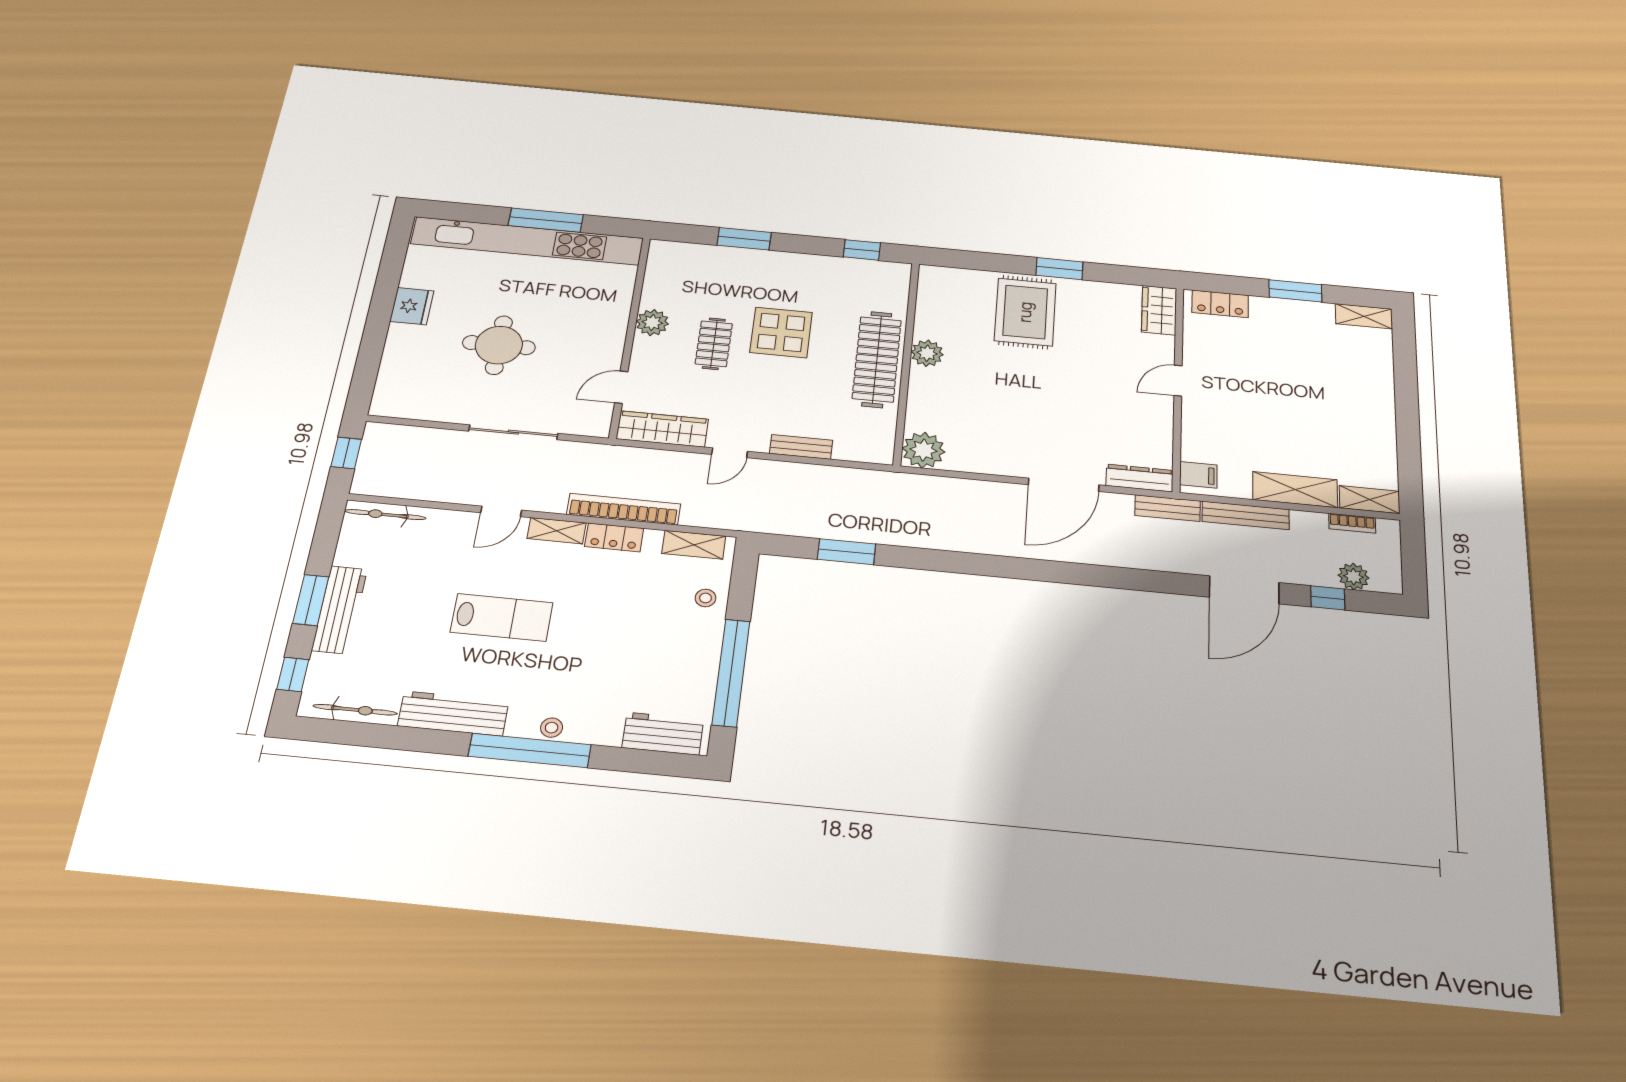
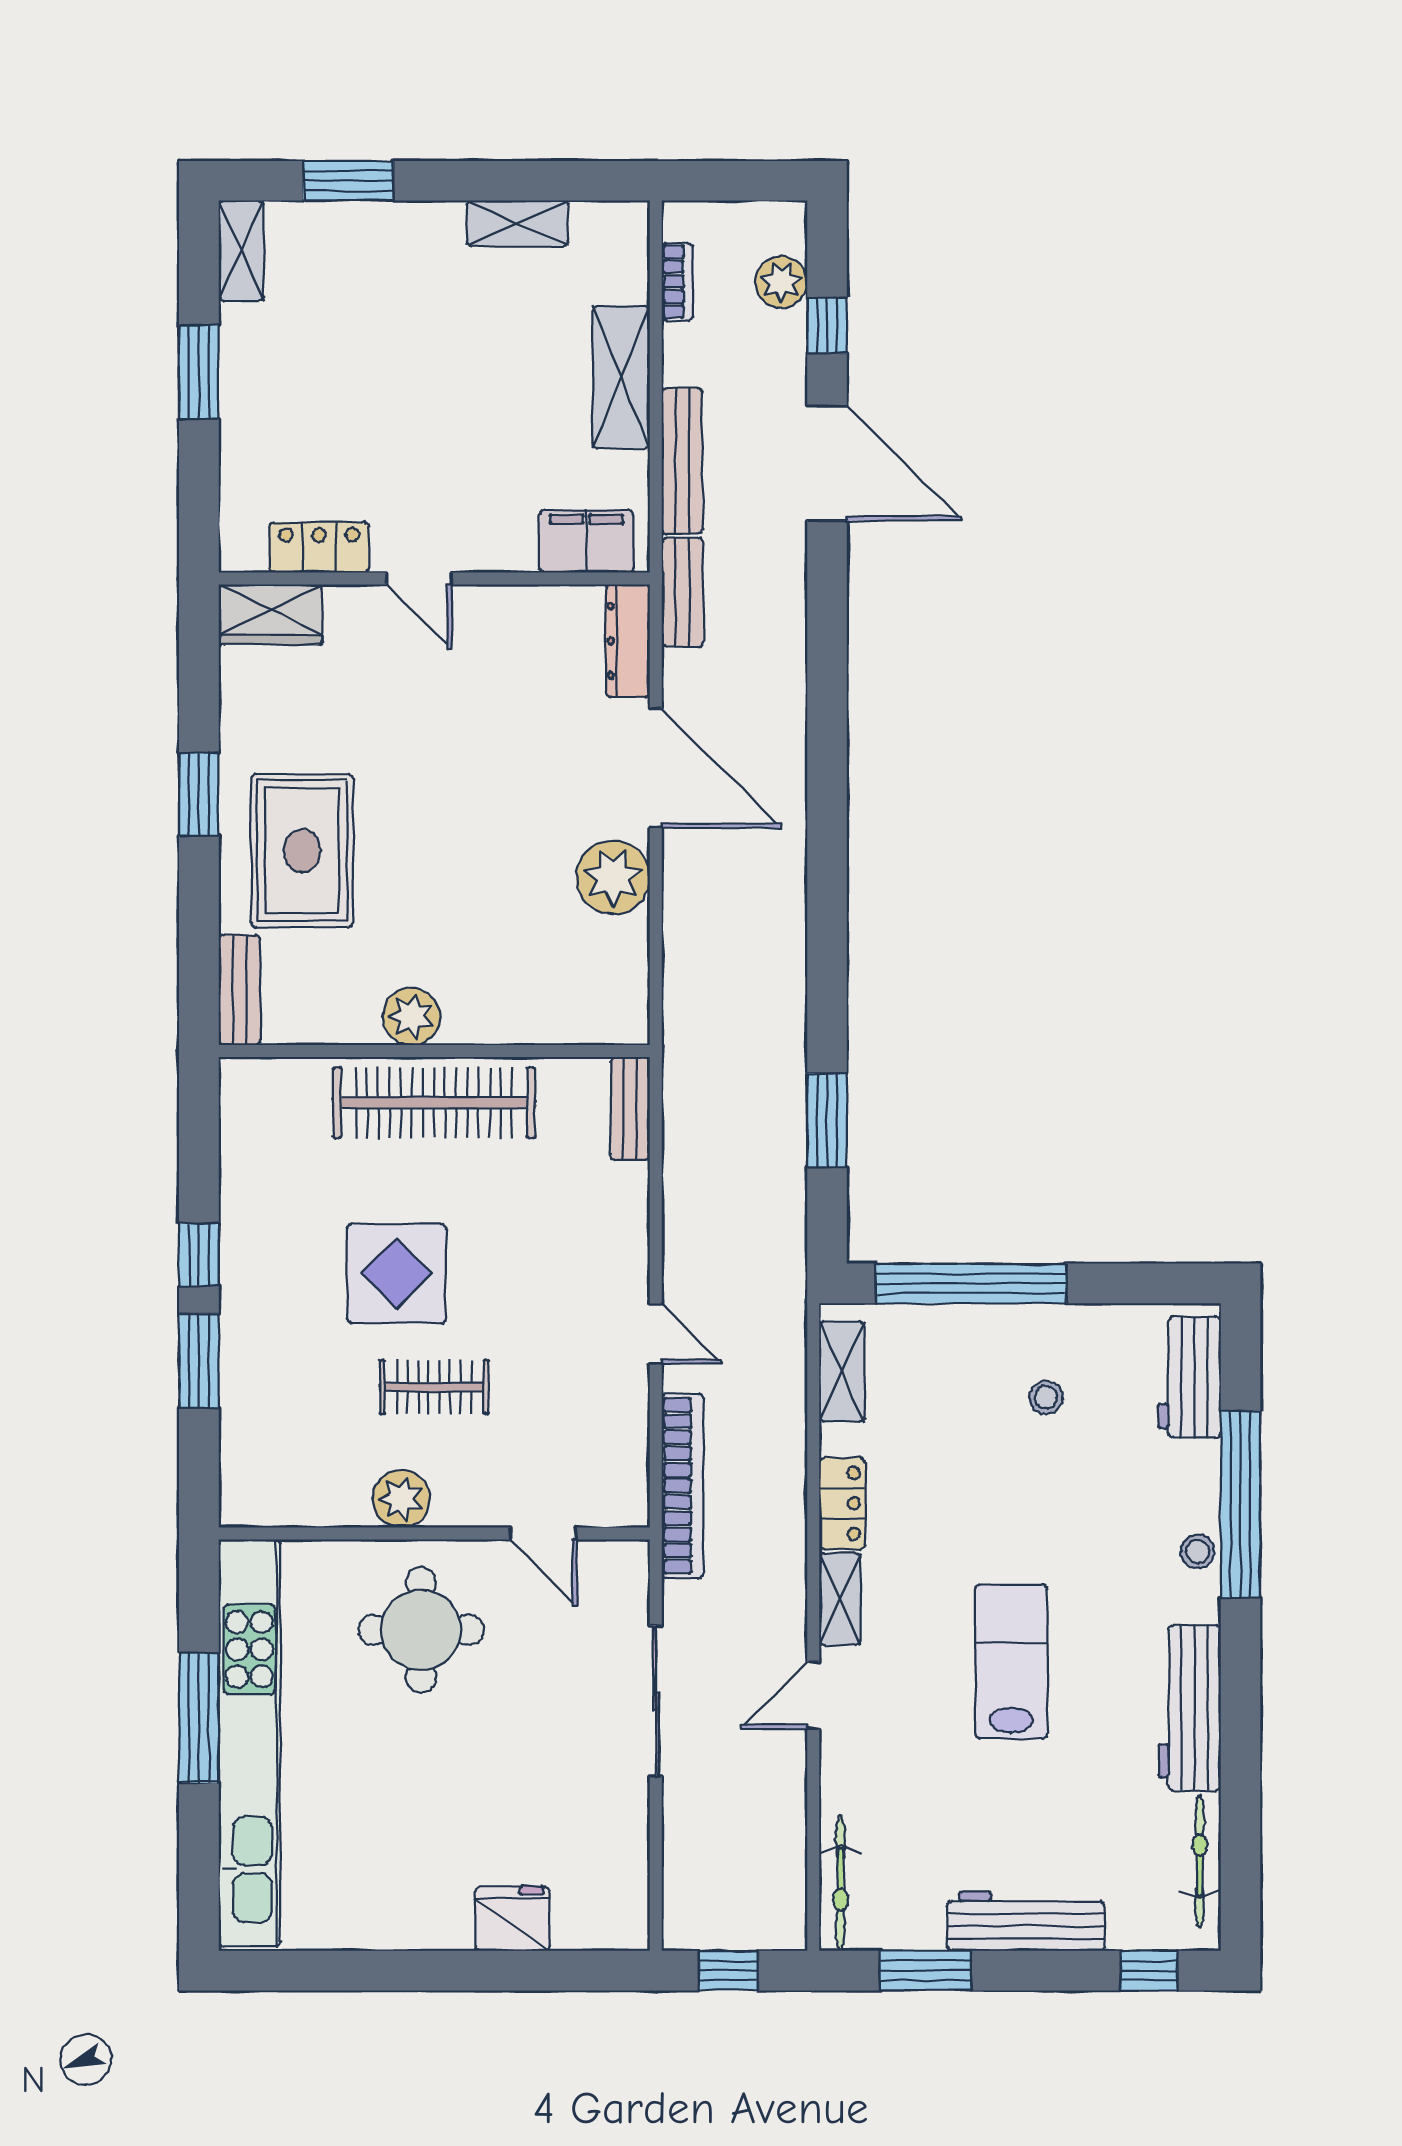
window: (862, 250) -> (199, 1255), moved
bench: (949, 276) -> (240, 990), added
locker: (1220, 304) -> (319, 547), moved, turned -90
fridge: (412, 306) -> (512, 1919), moved
rug: (1025, 312) -> (302, 851), turned 90
round table: (499, 345) -> (421, 1630), moved
window: (1405, 369) -> (348, 181), added
wardrobe: (662, 429) -> (621, 1452), removed
bench: (801, 447) -> (630, 1109), moved
plant: (923, 450) -> (613, 877), moved
filing cabinet: (1198, 475) -> (586, 541), width x2.00
shelving: (1370, 500) -> (517, 223), moved, turned 90
bookcase: (624, 509) -> (683, 1486), moved, turned 180
door: (501, 511) -> (813, 1695), swing flipped
stool: (705, 598) -> (1046, 1397), moved
window: (311, 600) -> (926, 1971), moved
window: (731, 673) -> (971, 1283), moved
window: (530, 750) -> (1240, 1504), moved

